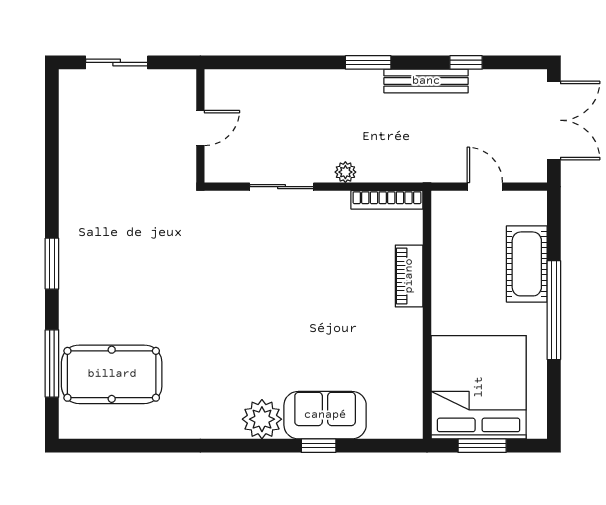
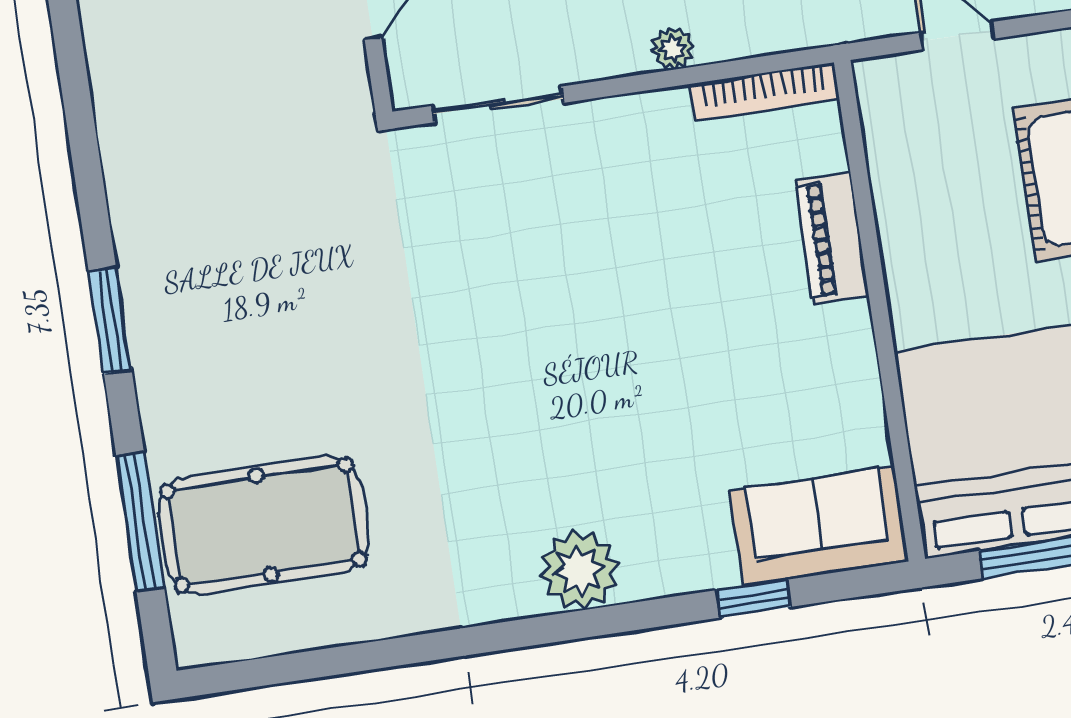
sliding door: (282, 187) -> (498, 104), moved
sofa: (325, 415) -> (819, 526), moved
window: (319, 446) -> (754, 599), moved

